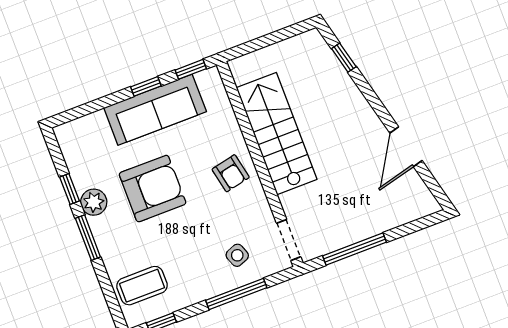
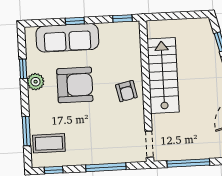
window: (146, 86) -> (75, 21), moved
sofa: (155, 110) -> (67, 38), moved
window: (88, 238) -> (26, 131), moved
side table: (237, 255) -> (114, 143), removed

